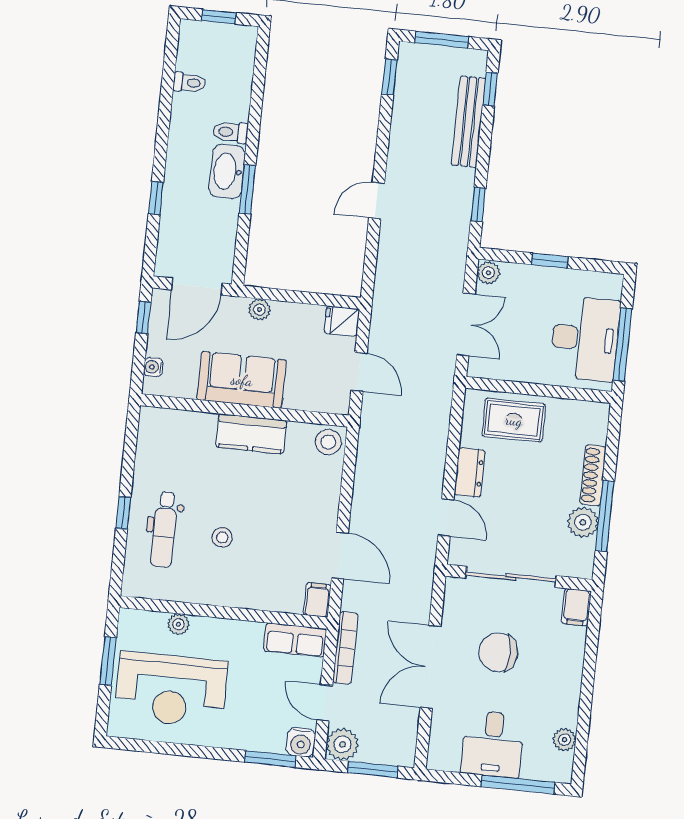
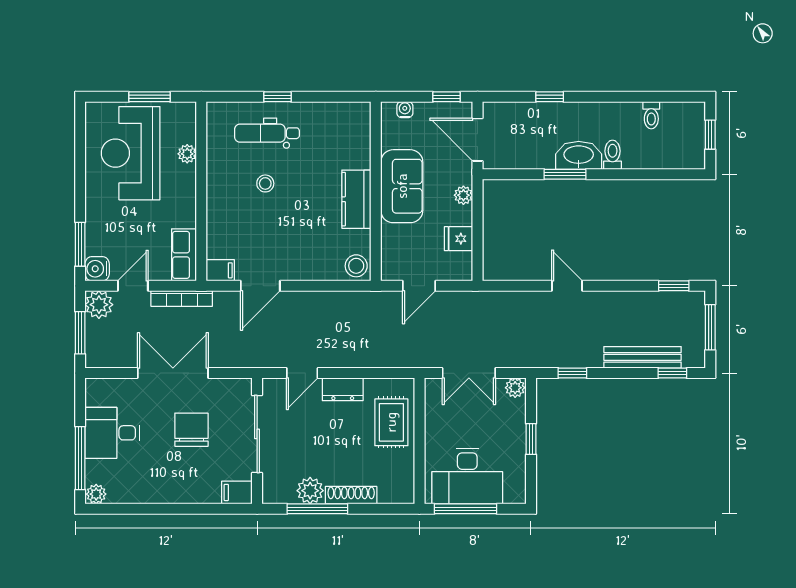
fridge: (342, 321) -> (459, 239), moved, turned -90
plant: (564, 740) -> (96, 494), moved

